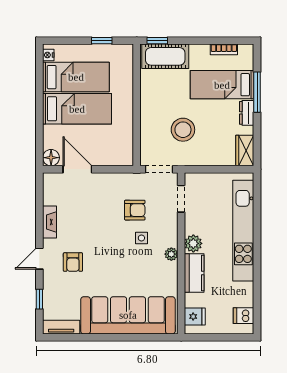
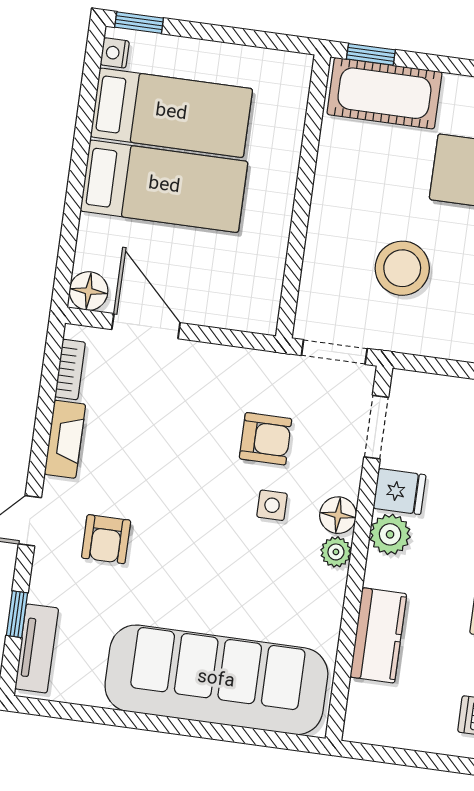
window: (102, 41) -> (139, 23), moved
bookcase: (48, 192) -> (70, 370), added
floor lamp: (170, 238) -> (338, 515), added
kitchen counter: (194, 273) -> (378, 635), moved
fridge: (195, 316) -> (399, 492), moved
tv unit: (61, 327) -> (37, 648), moved, turned 90

